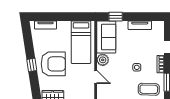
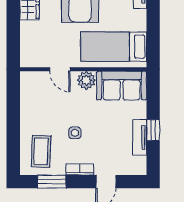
window: (116, 17) -> (153, 130), moved
door: (96, 77) -> (60, 69), hinge flipped

